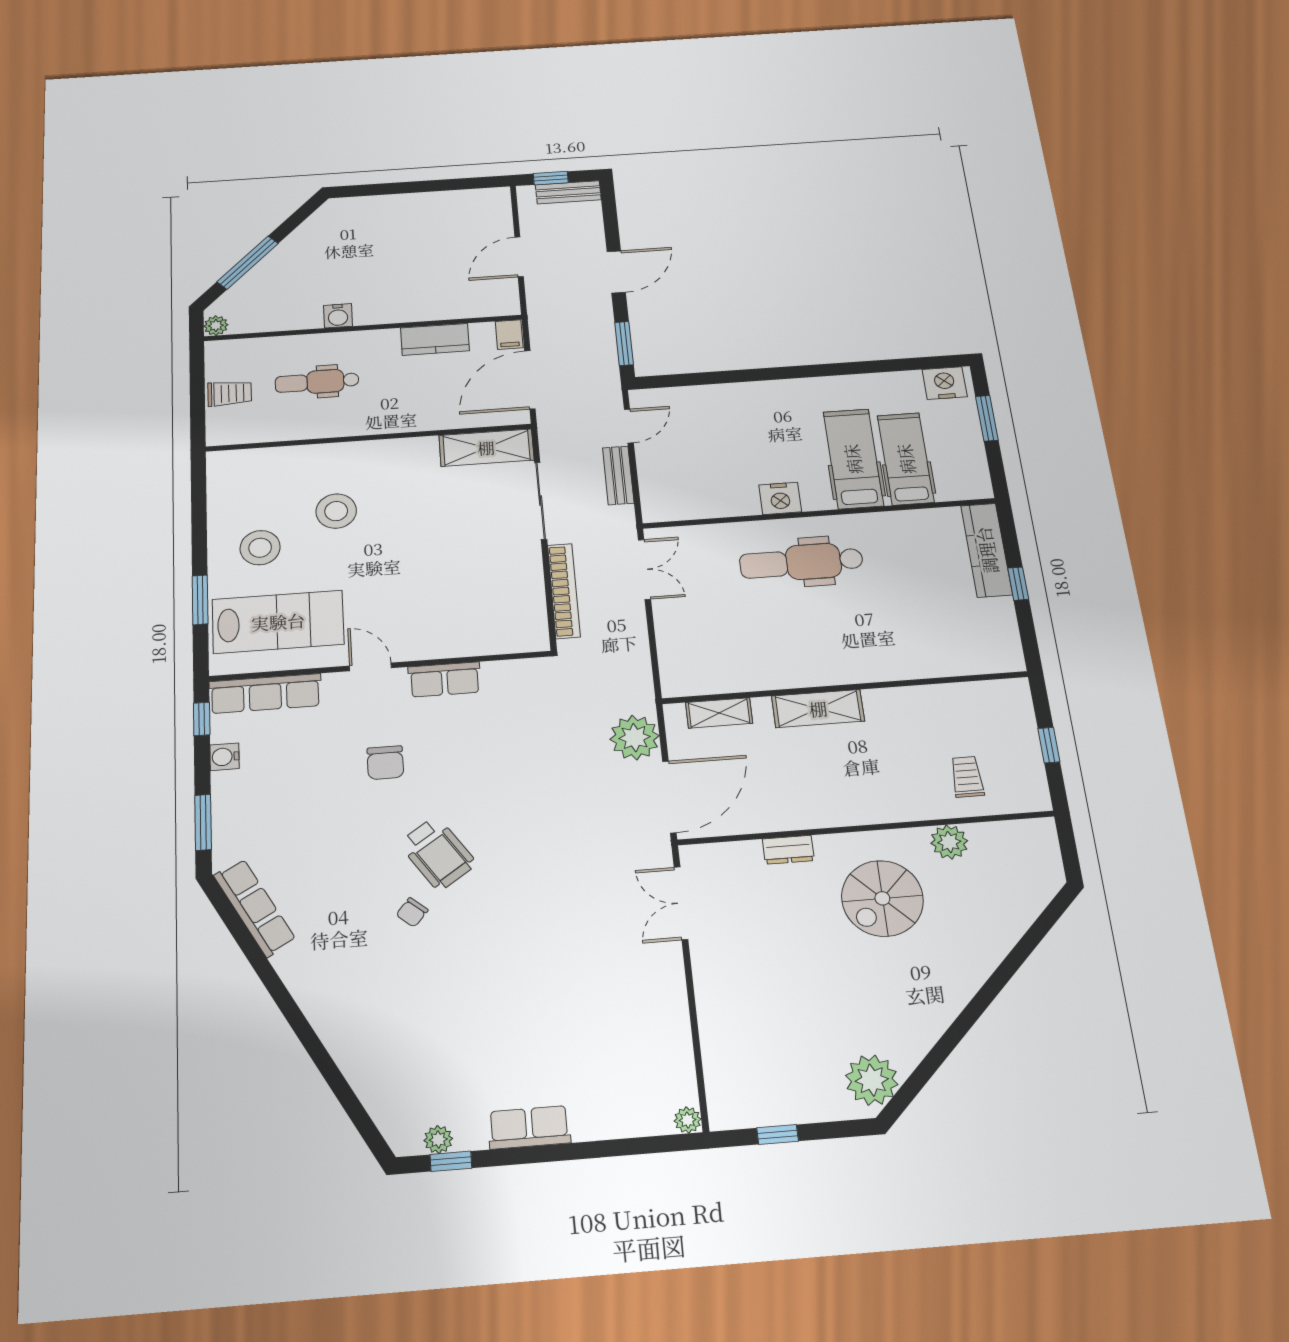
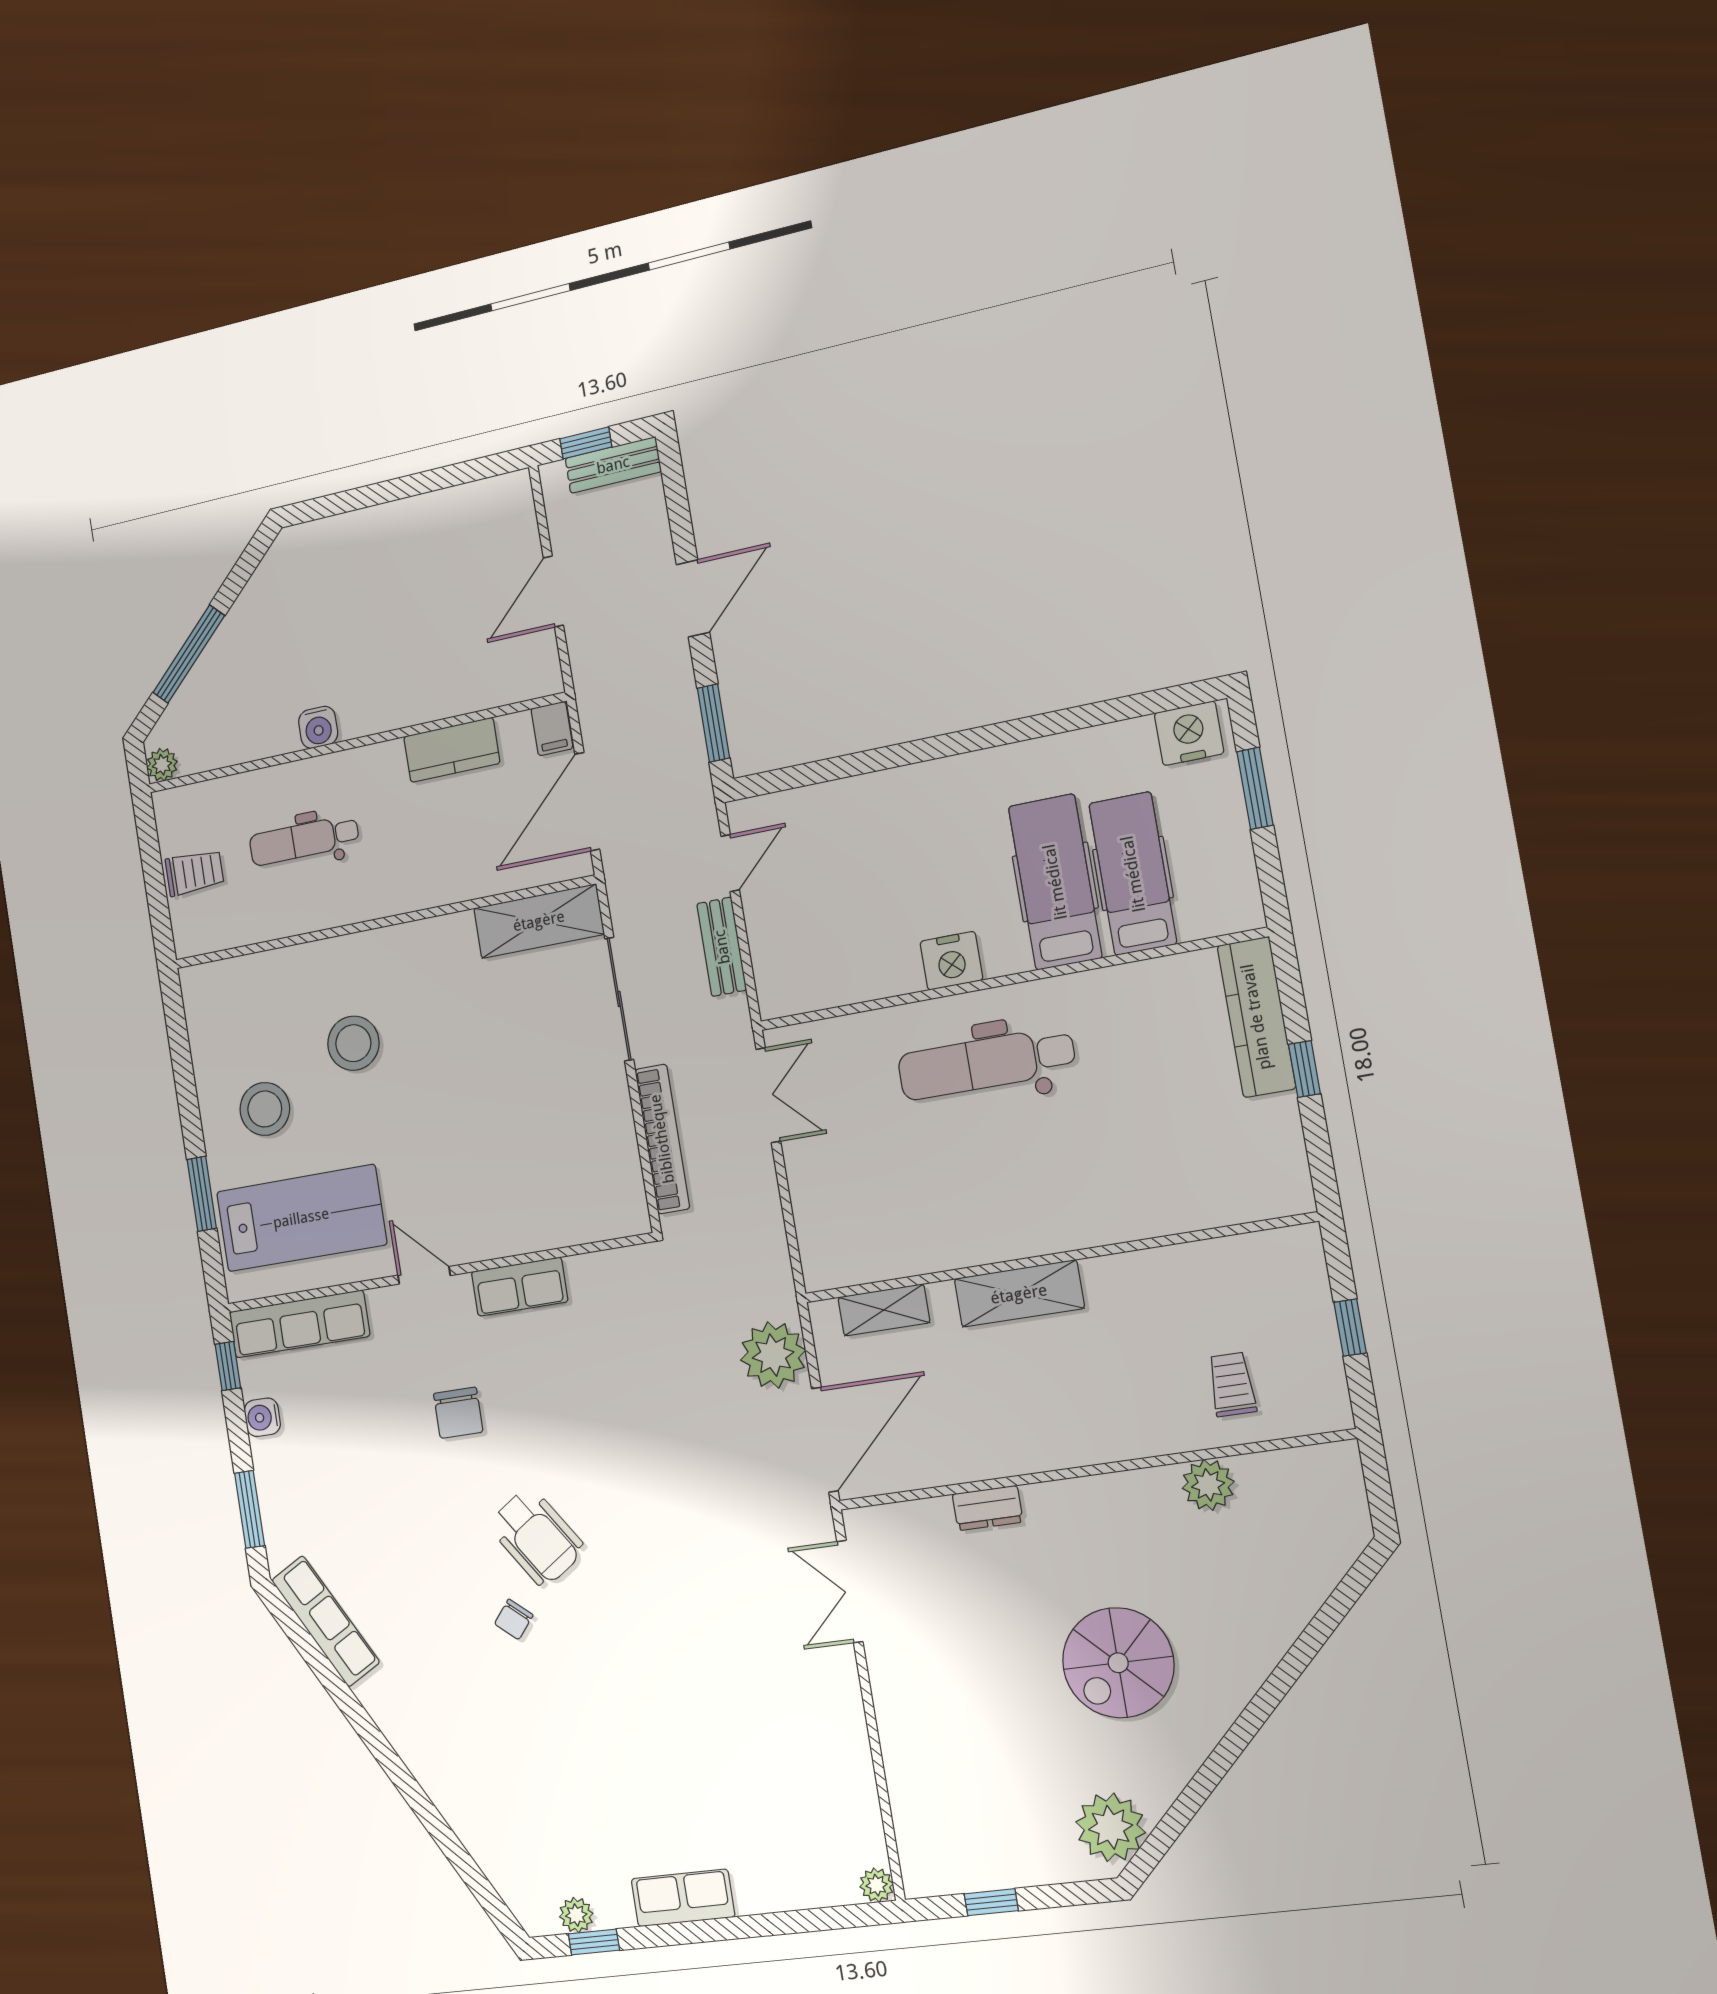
spiral stairs: (882, 898) -> (1118, 1663), moved

